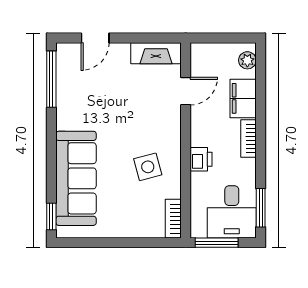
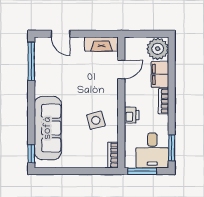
door: (95, 38) -> (60, 34), hinge flipped
plant: (247, 60) -> (158, 49), width x1.87, depth x1.87

